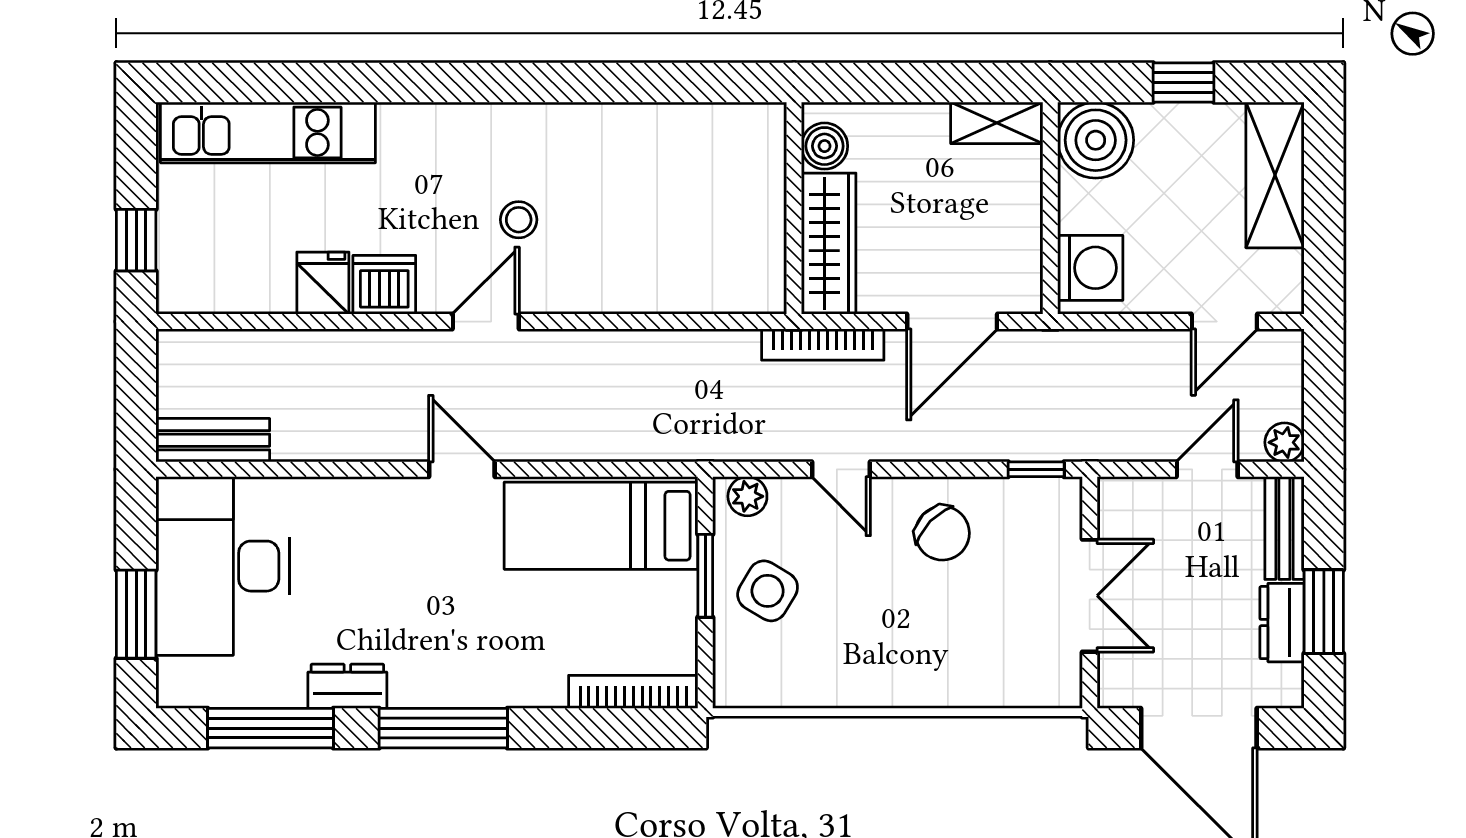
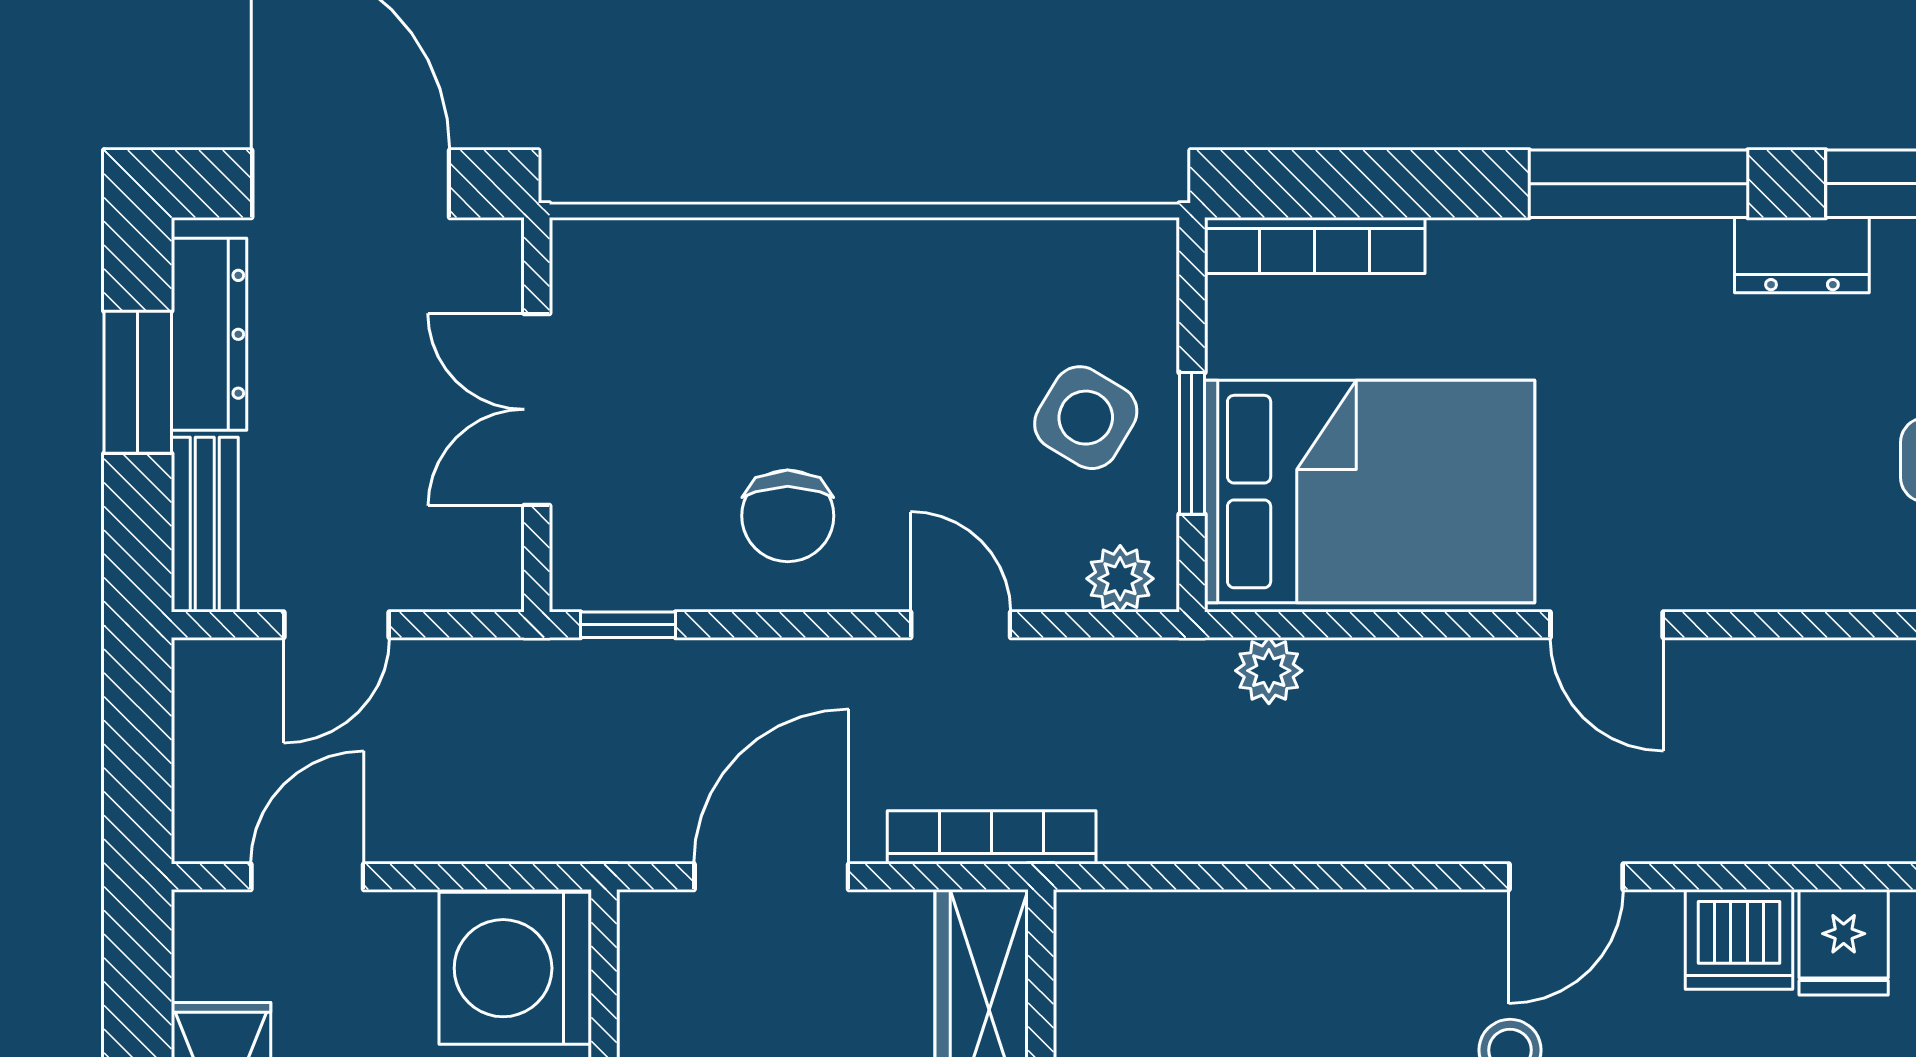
washing machine: (1090, 268) -> (515, 968), width x1.37, depth x1.37
plant: (1284, 442) -> (1269, 671), moved
bed: (601, 526) -> (1370, 492), width x1.50
chair: (942, 533) -> (788, 516), turned -134
dresser: (1282, 623) -> (209, 334), width x1.44

